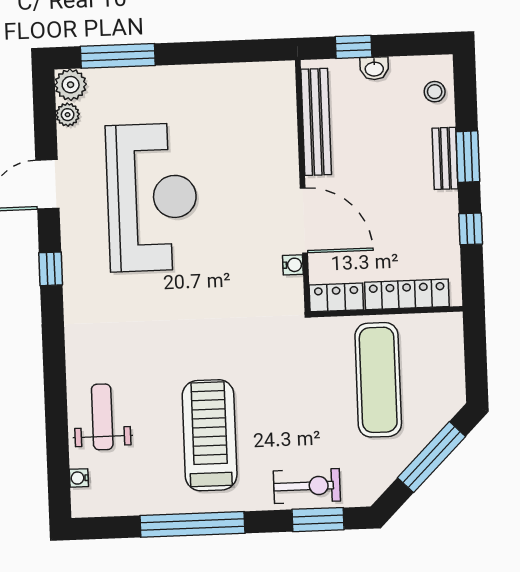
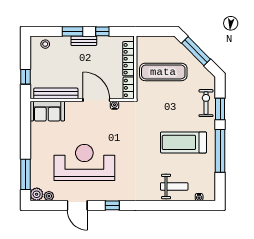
washbasin: (374, 68) -> (35, 69), removed
sofa: (273, 103) -> (47, 111), added
bench: (445, 158) -> (84, 41), moved
door: (304, 220) -> (96, 100), hinge flipped
weight bench: (102, 417) -> (174, 186), turned 180
window: (318, 520) -> (220, 109), moved

